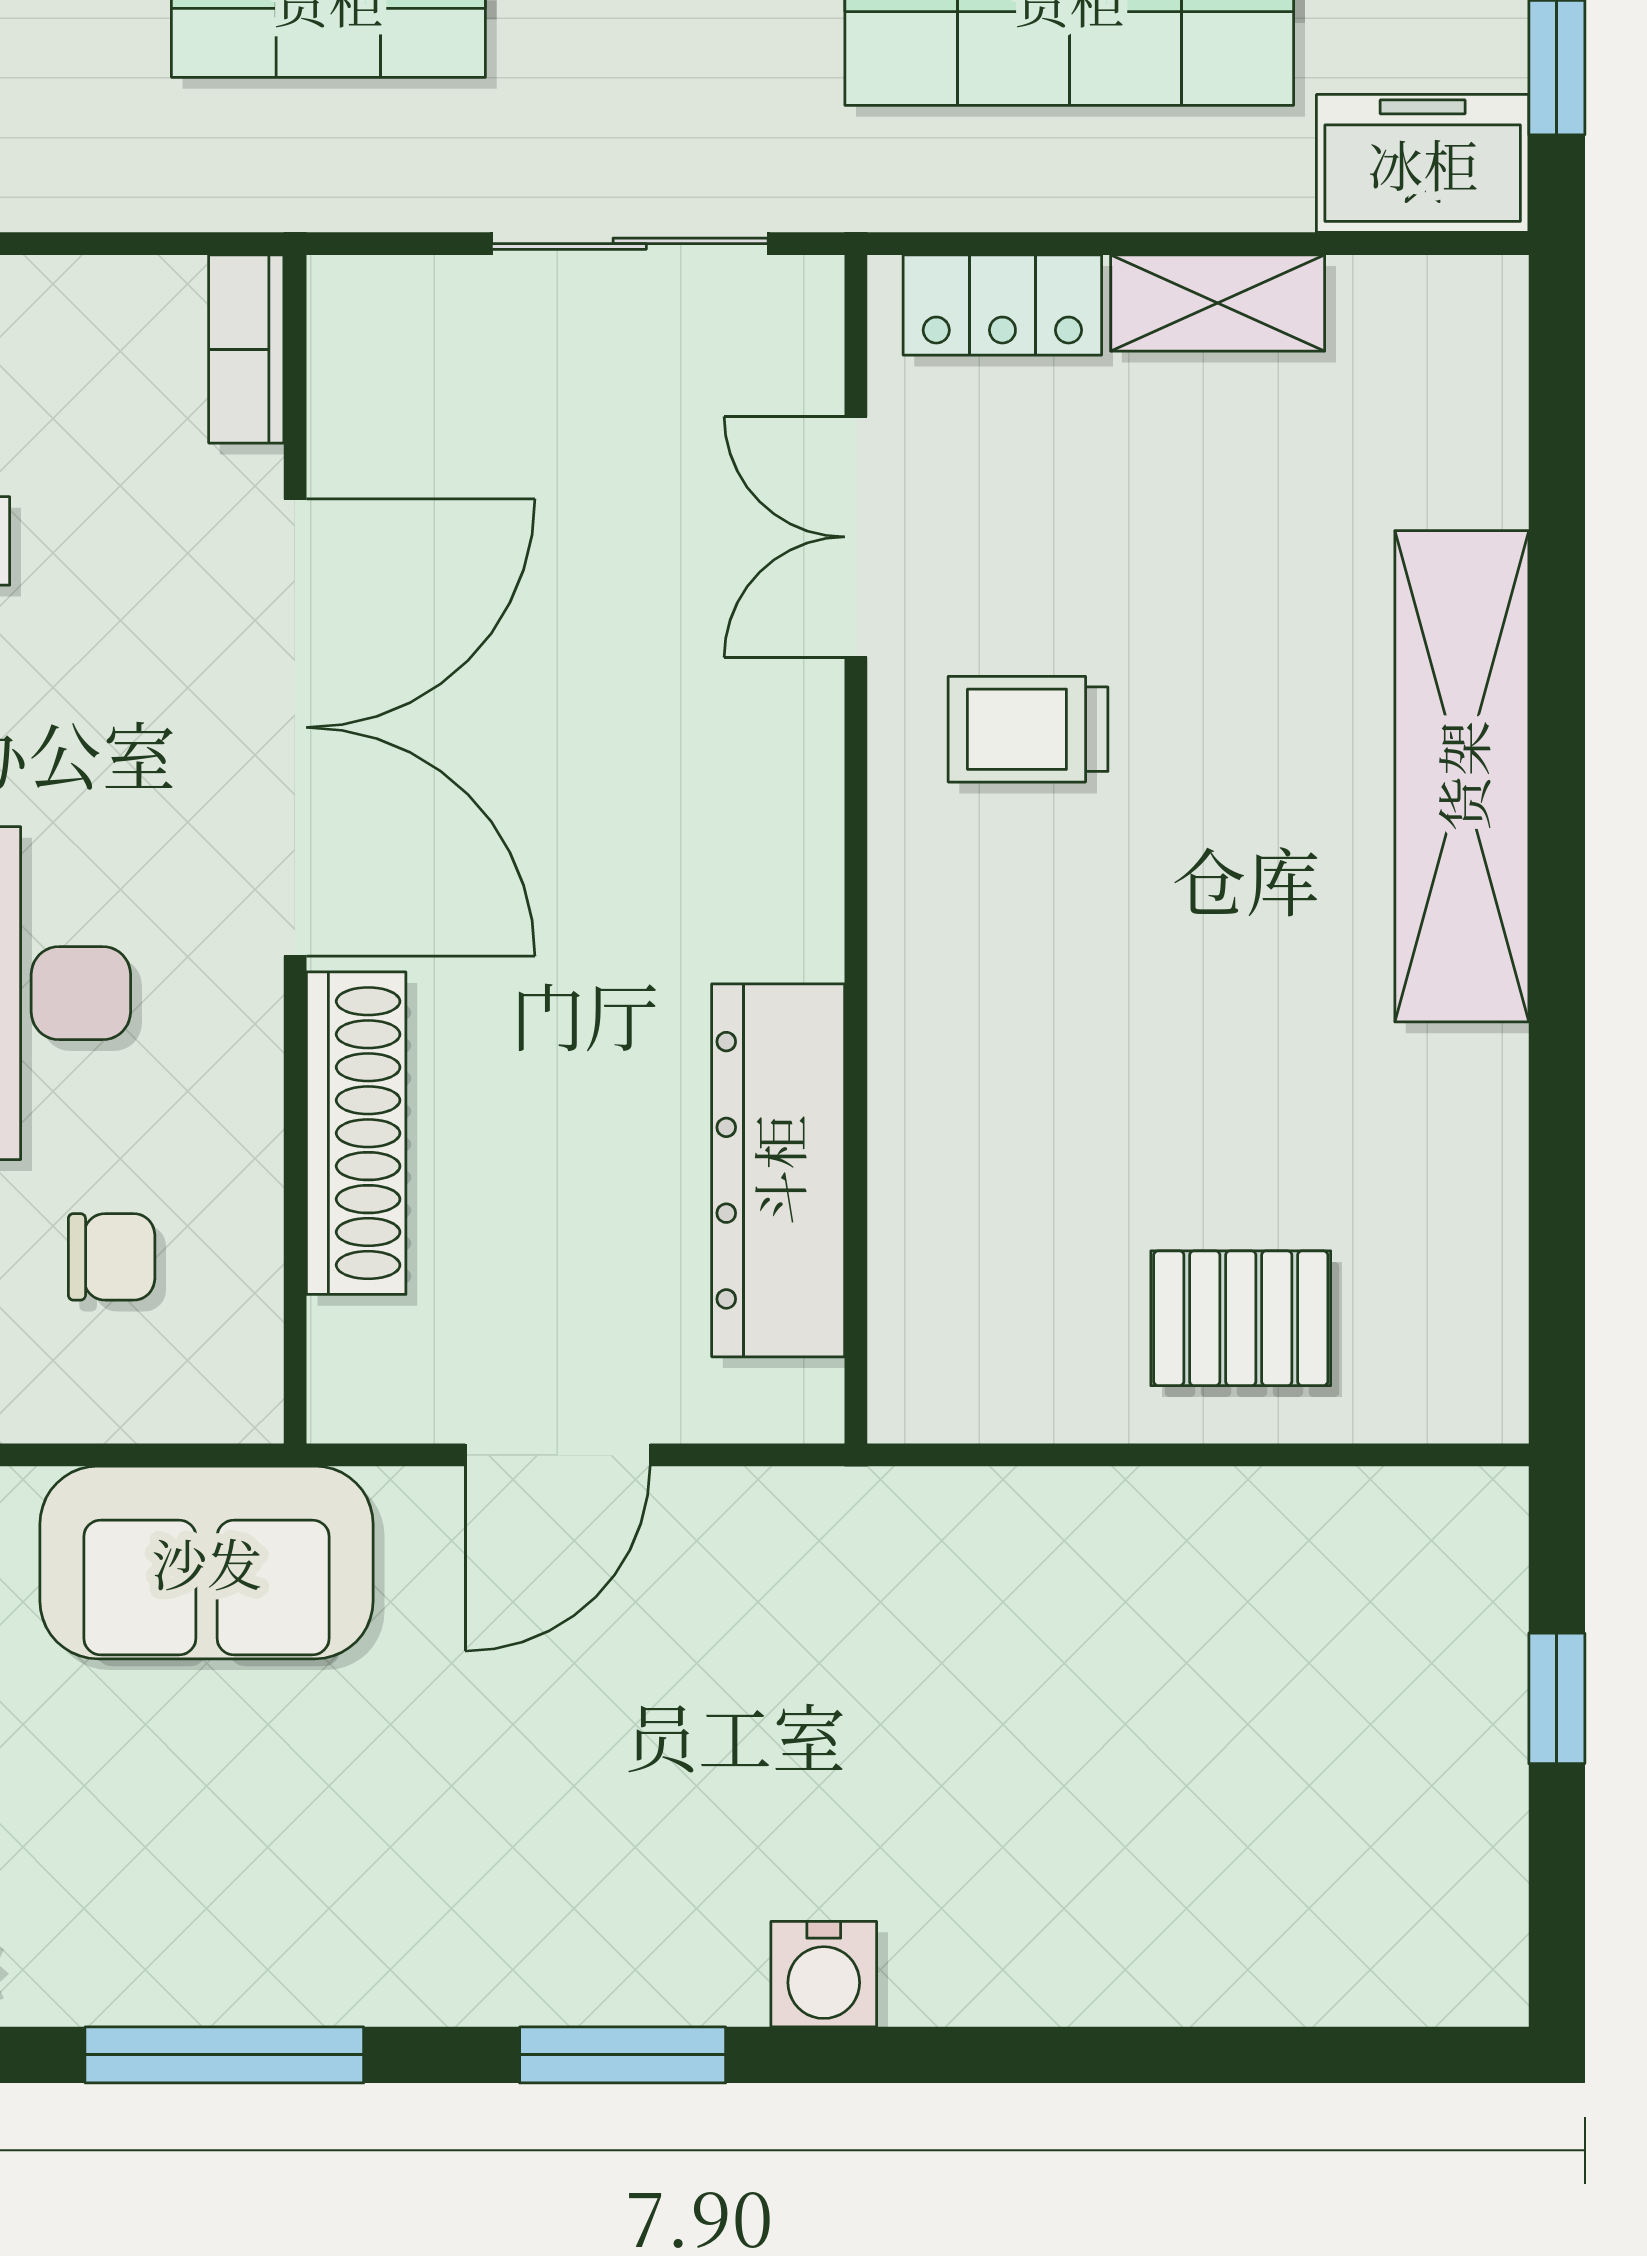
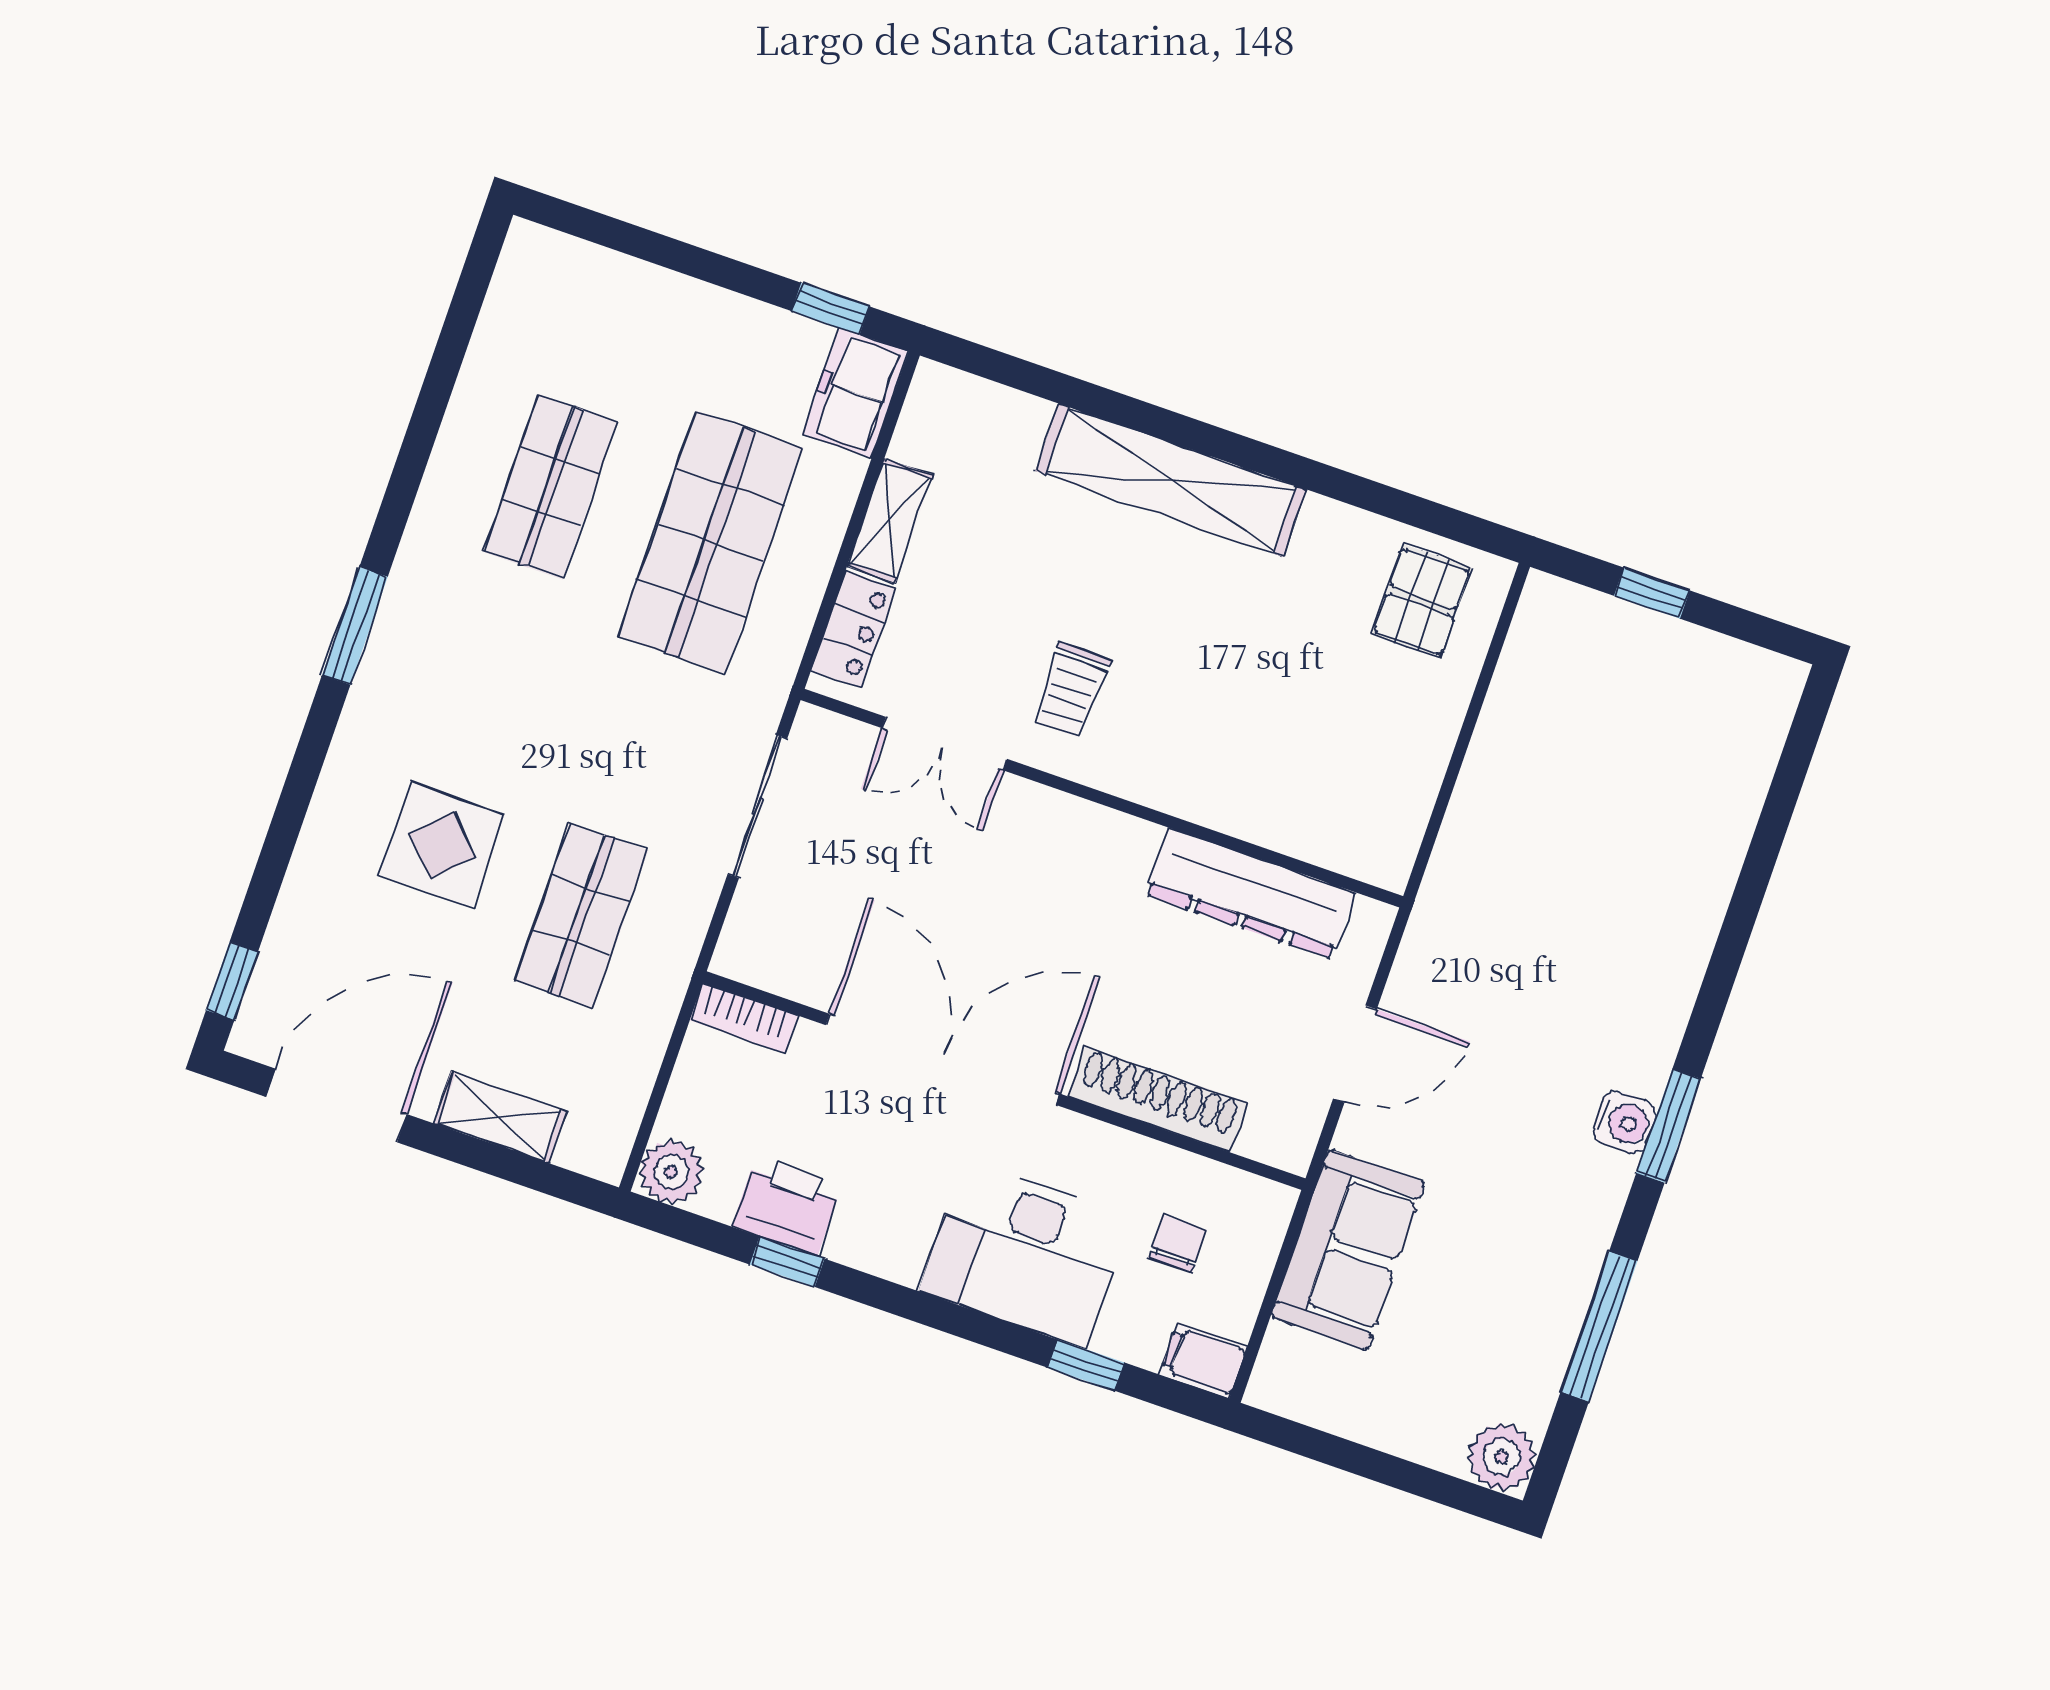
pallet: (1241, 1318) -> (1422, 601), moved
door: (558, 1455) -> (1355, 1054), hinge flipped
water cooler: (824, 1974) -> (1624, 1122), moved

